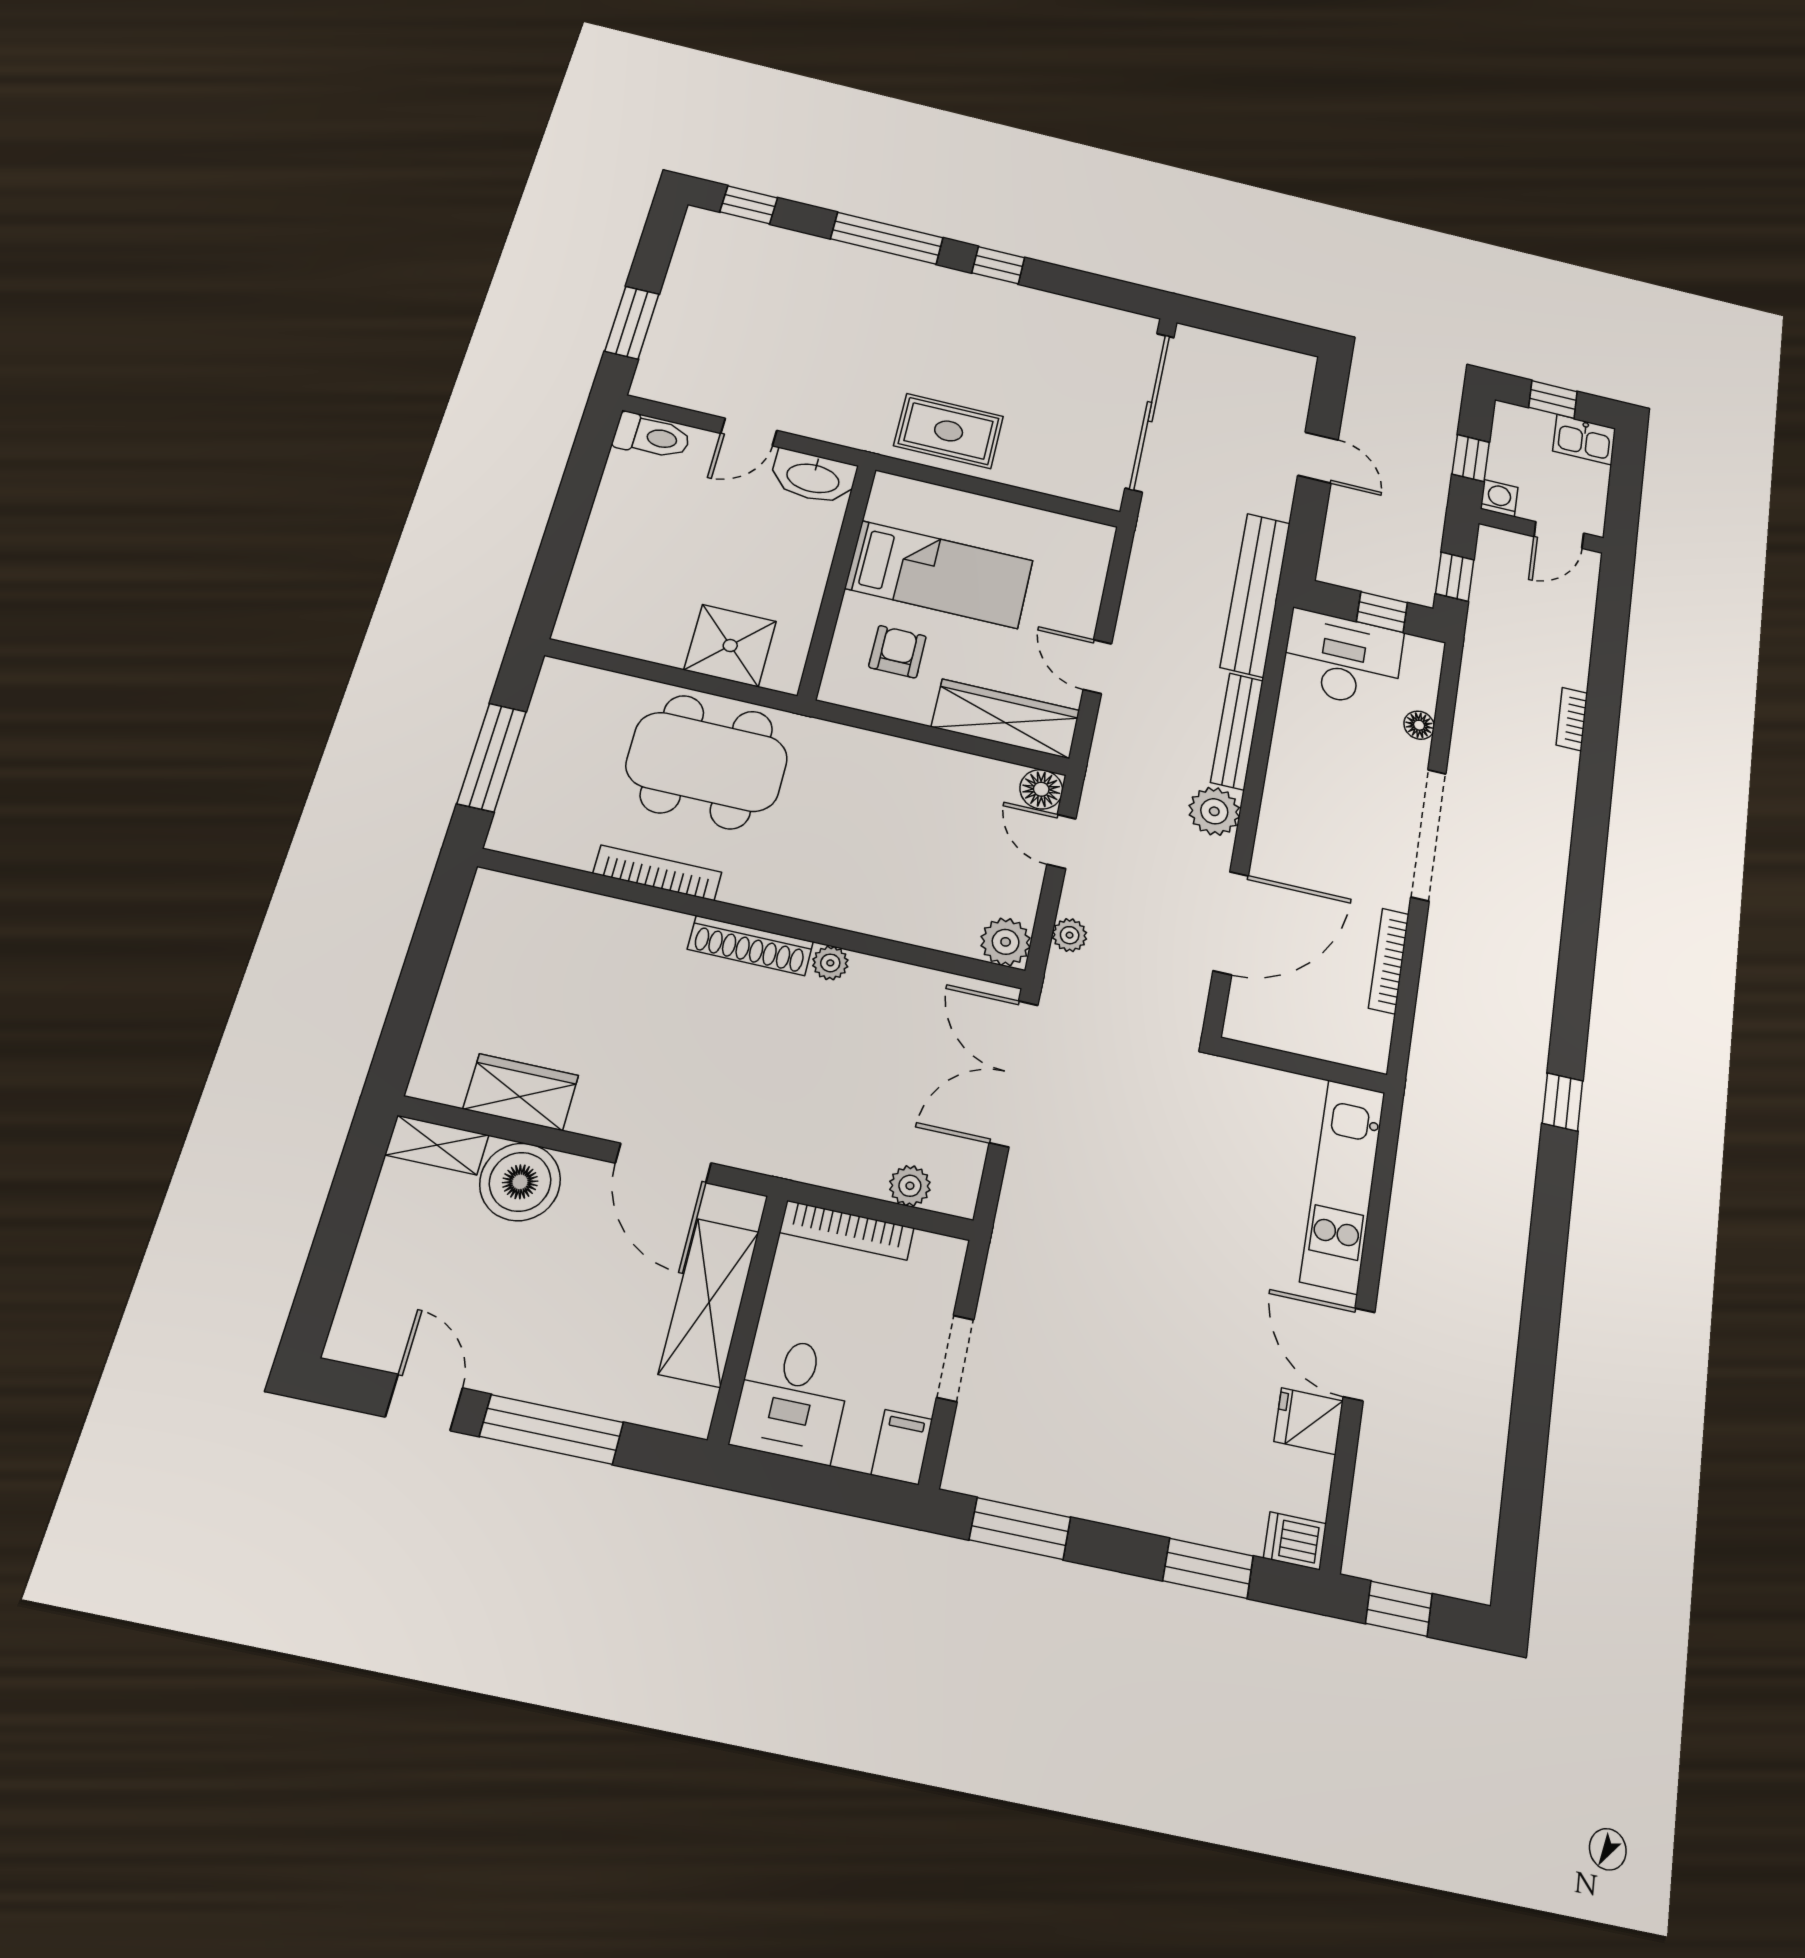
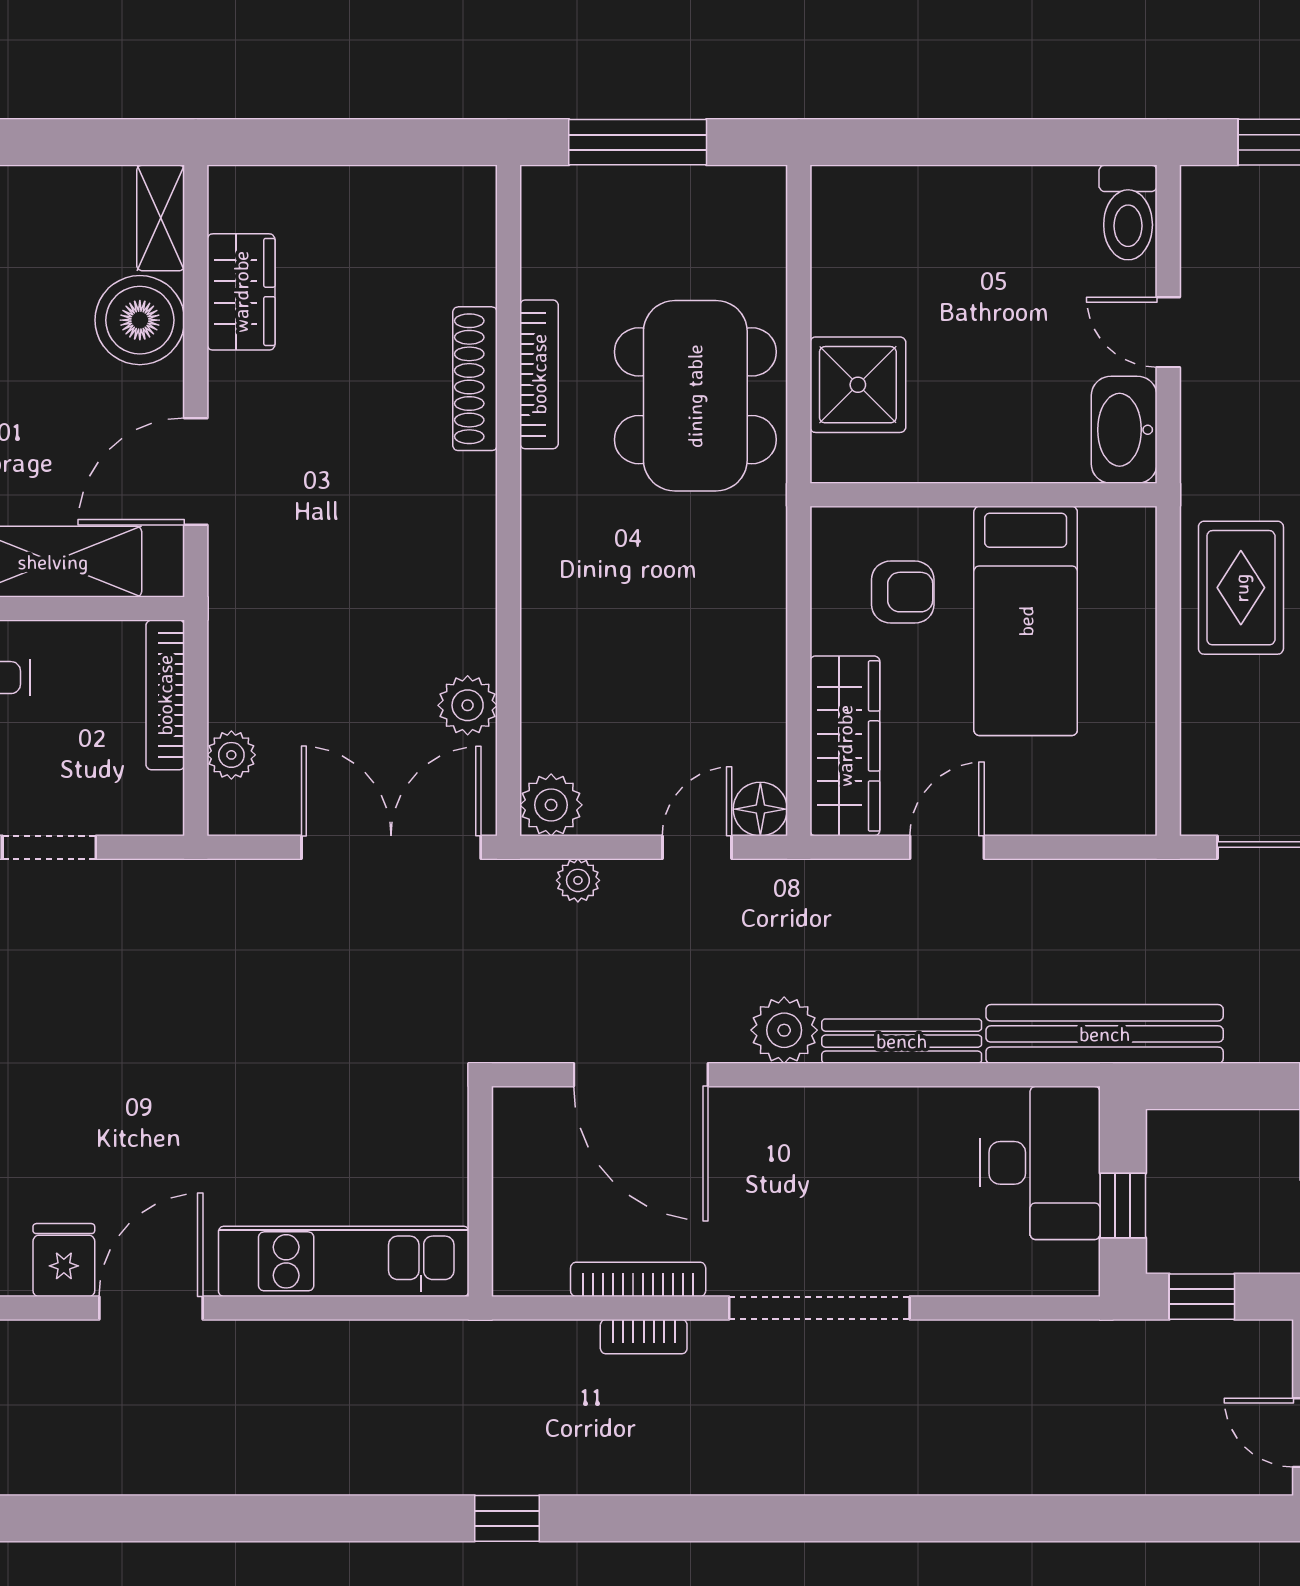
bookcase: (1572, 719) -> (644, 1337), moved, turned 180
floor lamp: (1419, 725) -> (970, 1276), removed
shoe rack: (750, 945) -> (475, 379), moved
plant: (830, 963) -> (468, 705), moved, width x1.38, depth x1.38

